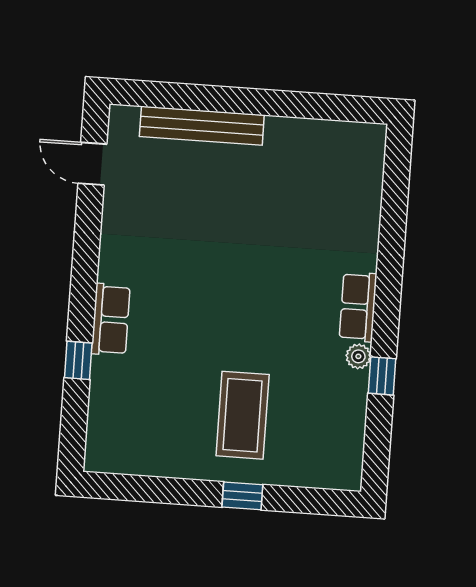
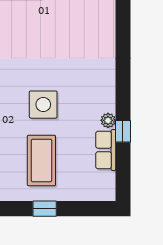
row of seats: (358, 307) -> (106, 150), moved
side table: (252, 322) -> (43, 105), added

